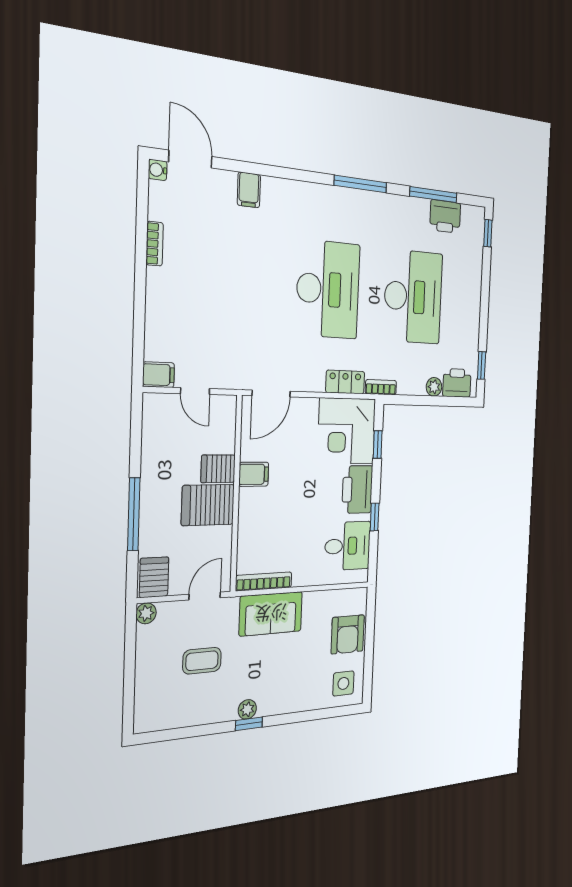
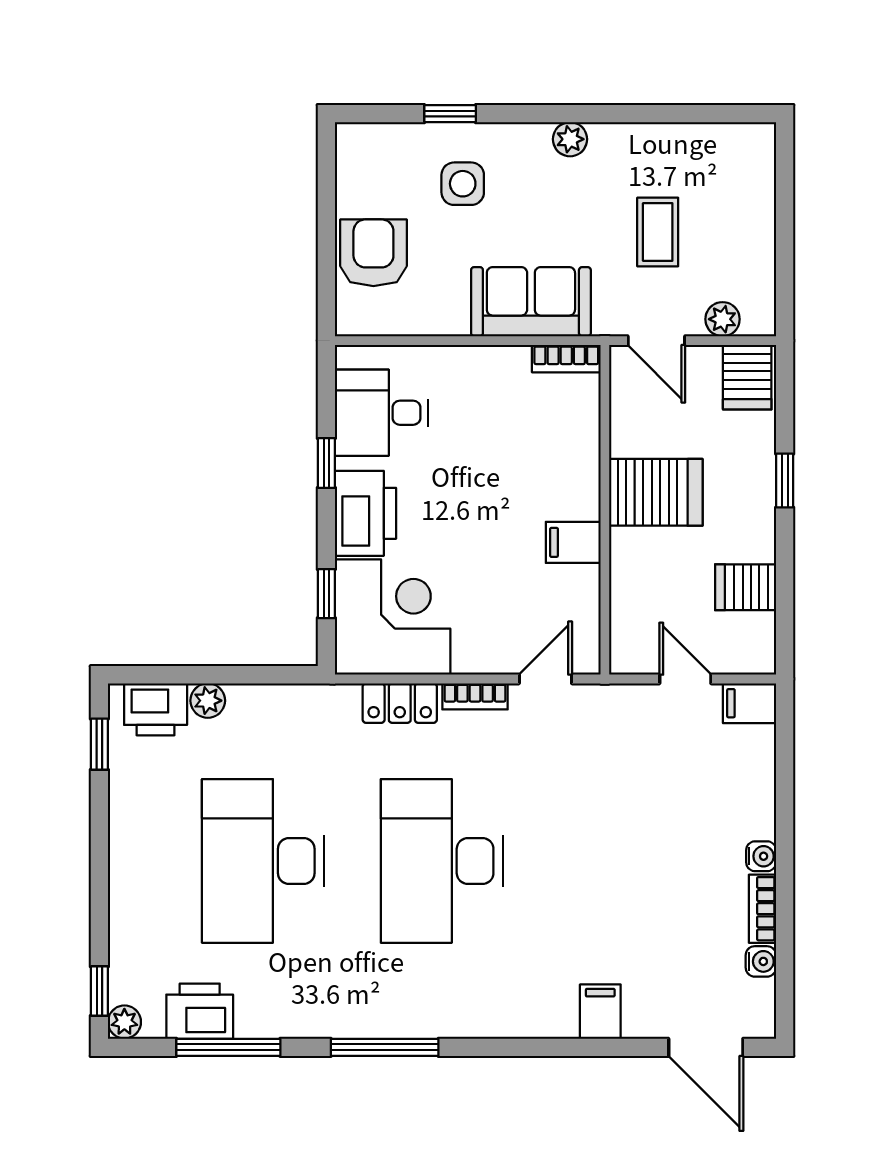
water cooler: (158, 170) -> (761, 961), moved
plant: (478, 215) -> (124, 1022), added
water cooler: (154, 277) -> (761, 856), added
bookcase: (381, 387) -> (475, 696), moved
door: (271, 393) -> (545, 679), width x0.73
server rack: (218, 469) -> (746, 587), moved, turned 180
window: (134, 514) -> (785, 481), width x0.46
bookcase: (264, 581) -> (566, 359), width x0.64
door: (205, 596) -> (656, 341), hinge flipped
plant: (146, 613) -> (723, 319), moved
coffee table: (202, 661) -> (658, 232), turned 90
side table: (343, 683) -> (463, 184), moved
window: (249, 724) -> (450, 114), moved

